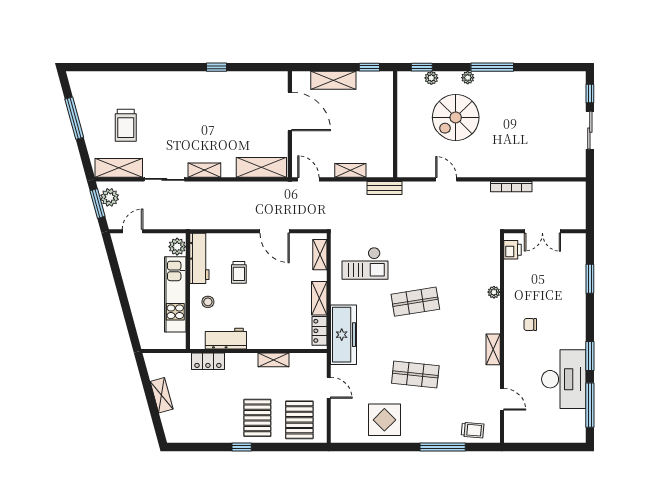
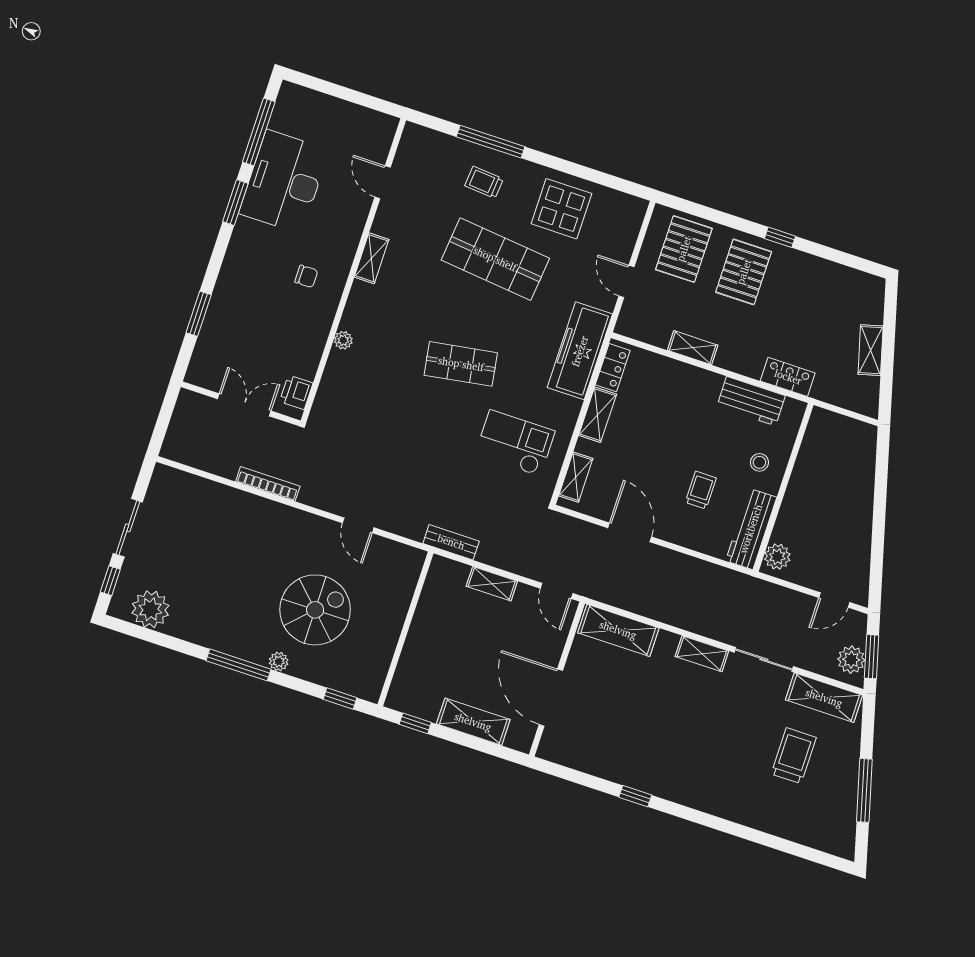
plant: (431, 78) -> (150, 609), moved, width x1.88, depth x1.88
kitchen unit: (175, 294) -> (803, 489), removed
shop shelf: (415, 374) -> (495, 259), width x1.43, depth x1.36
trolley: (473, 430) -> (484, 182), moved

